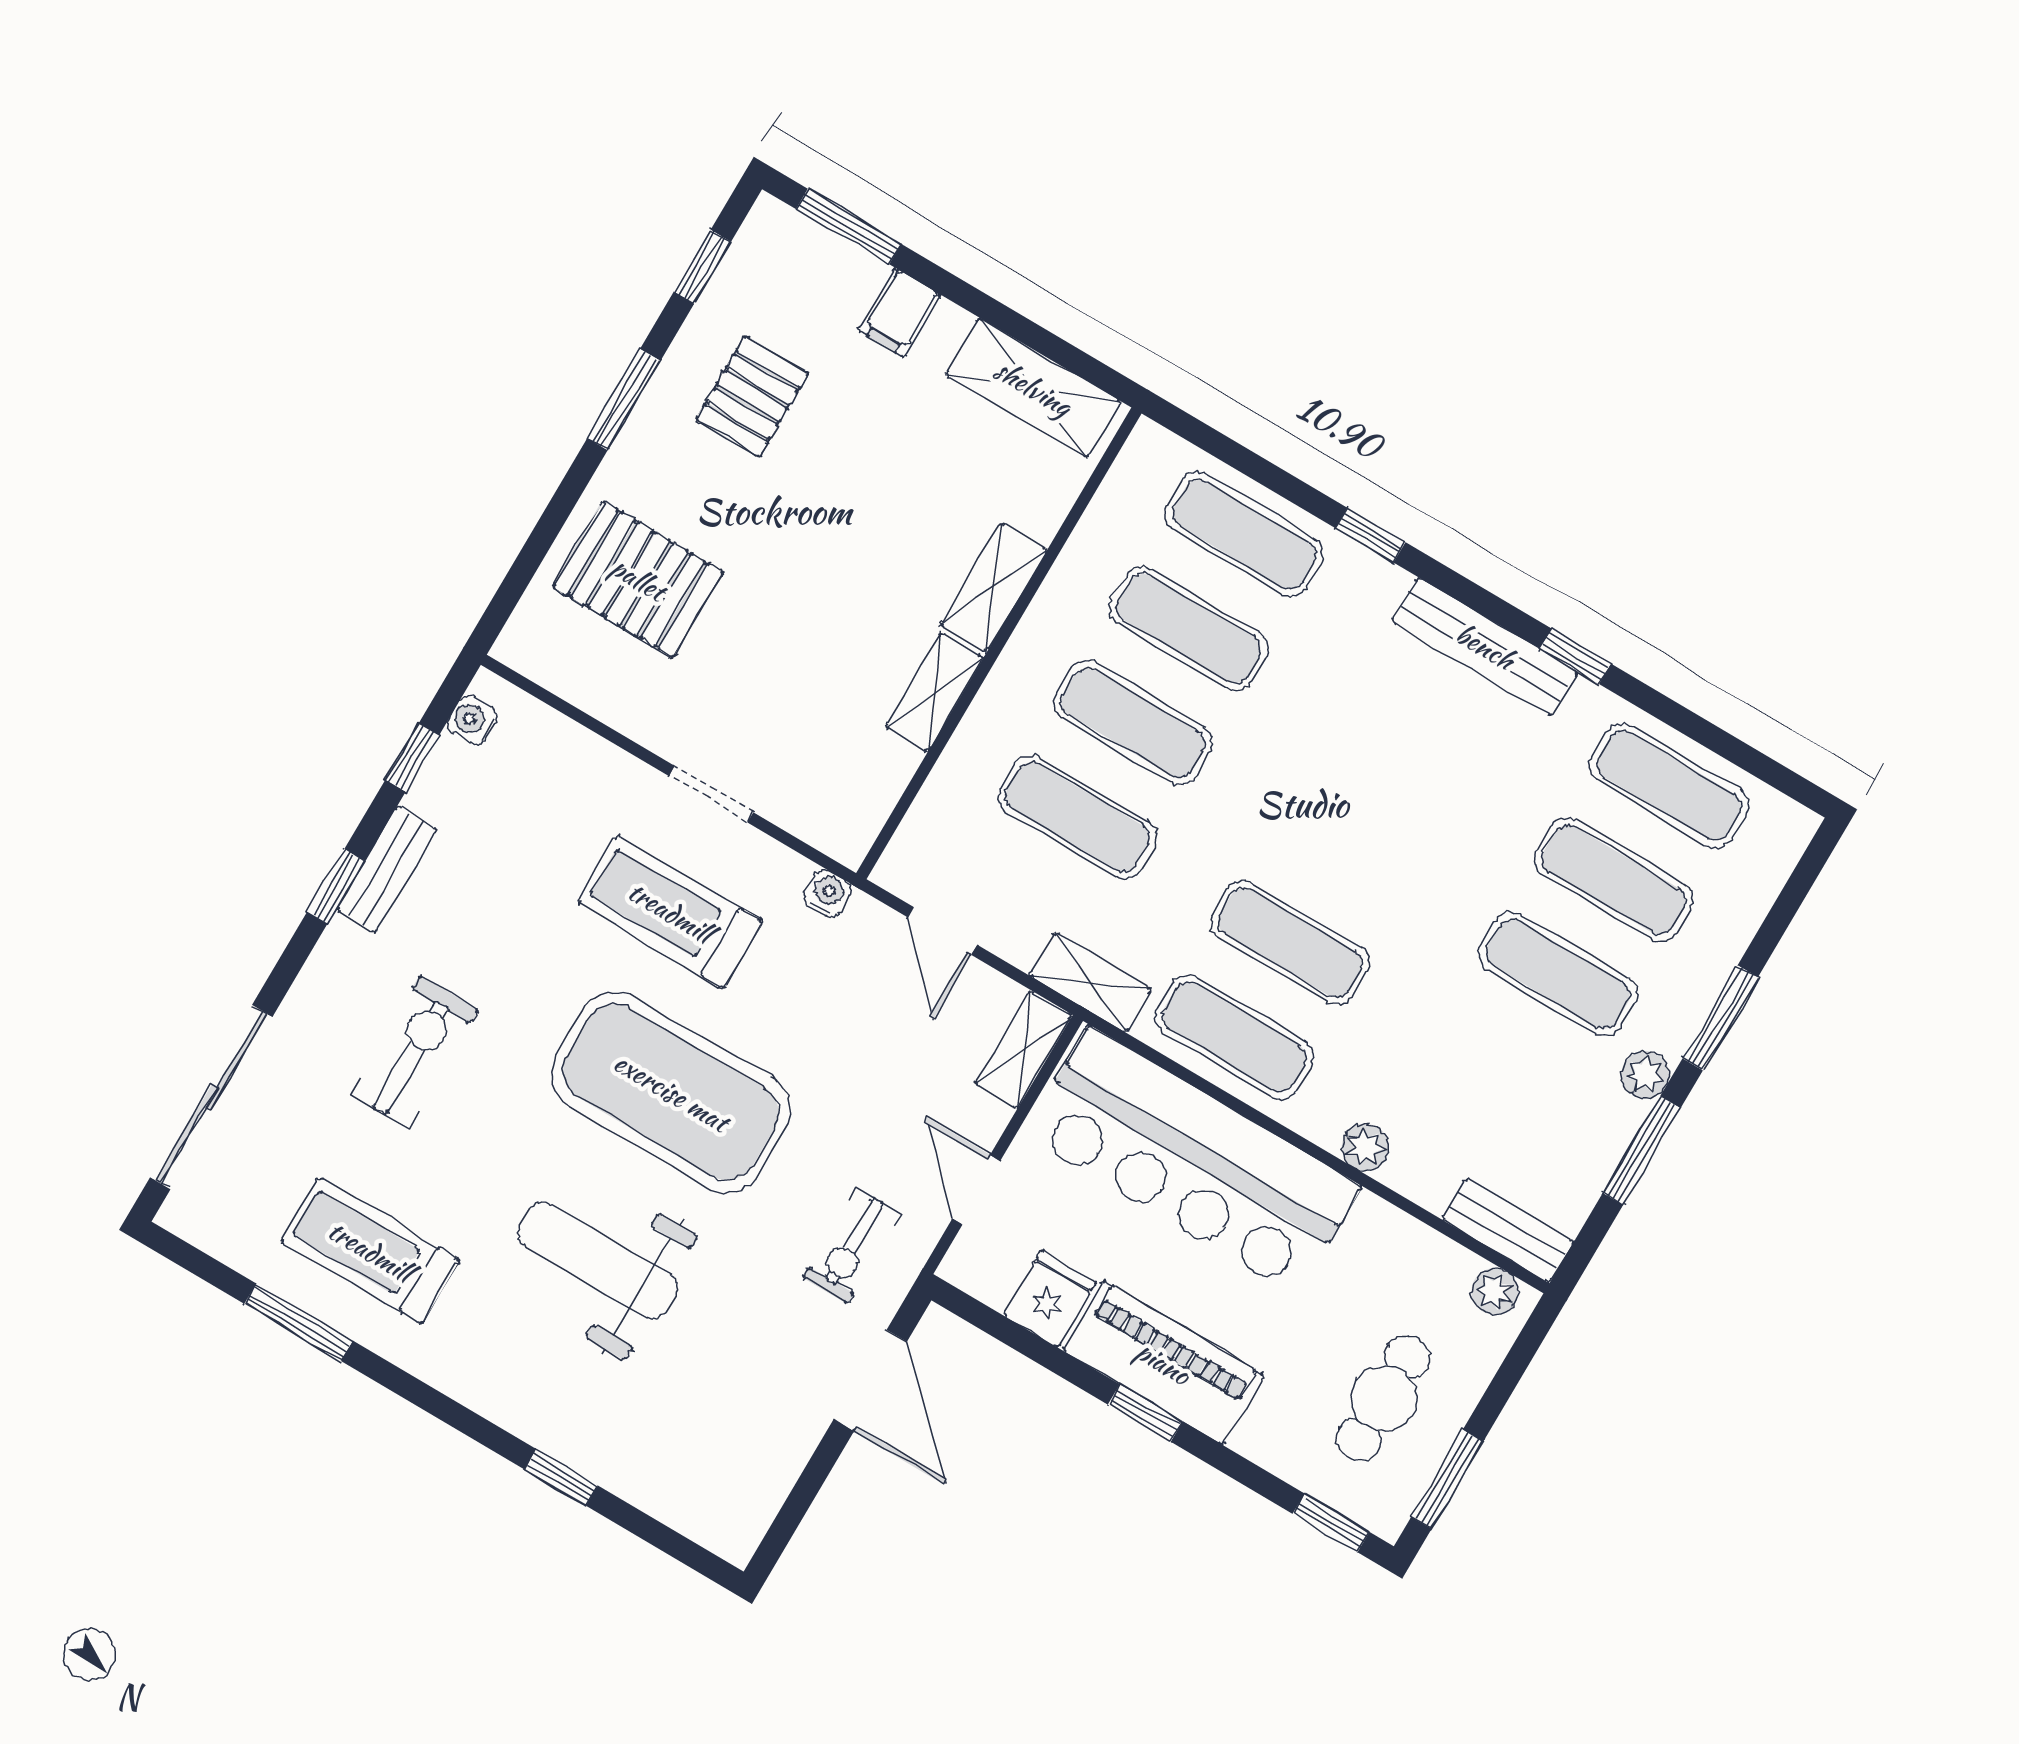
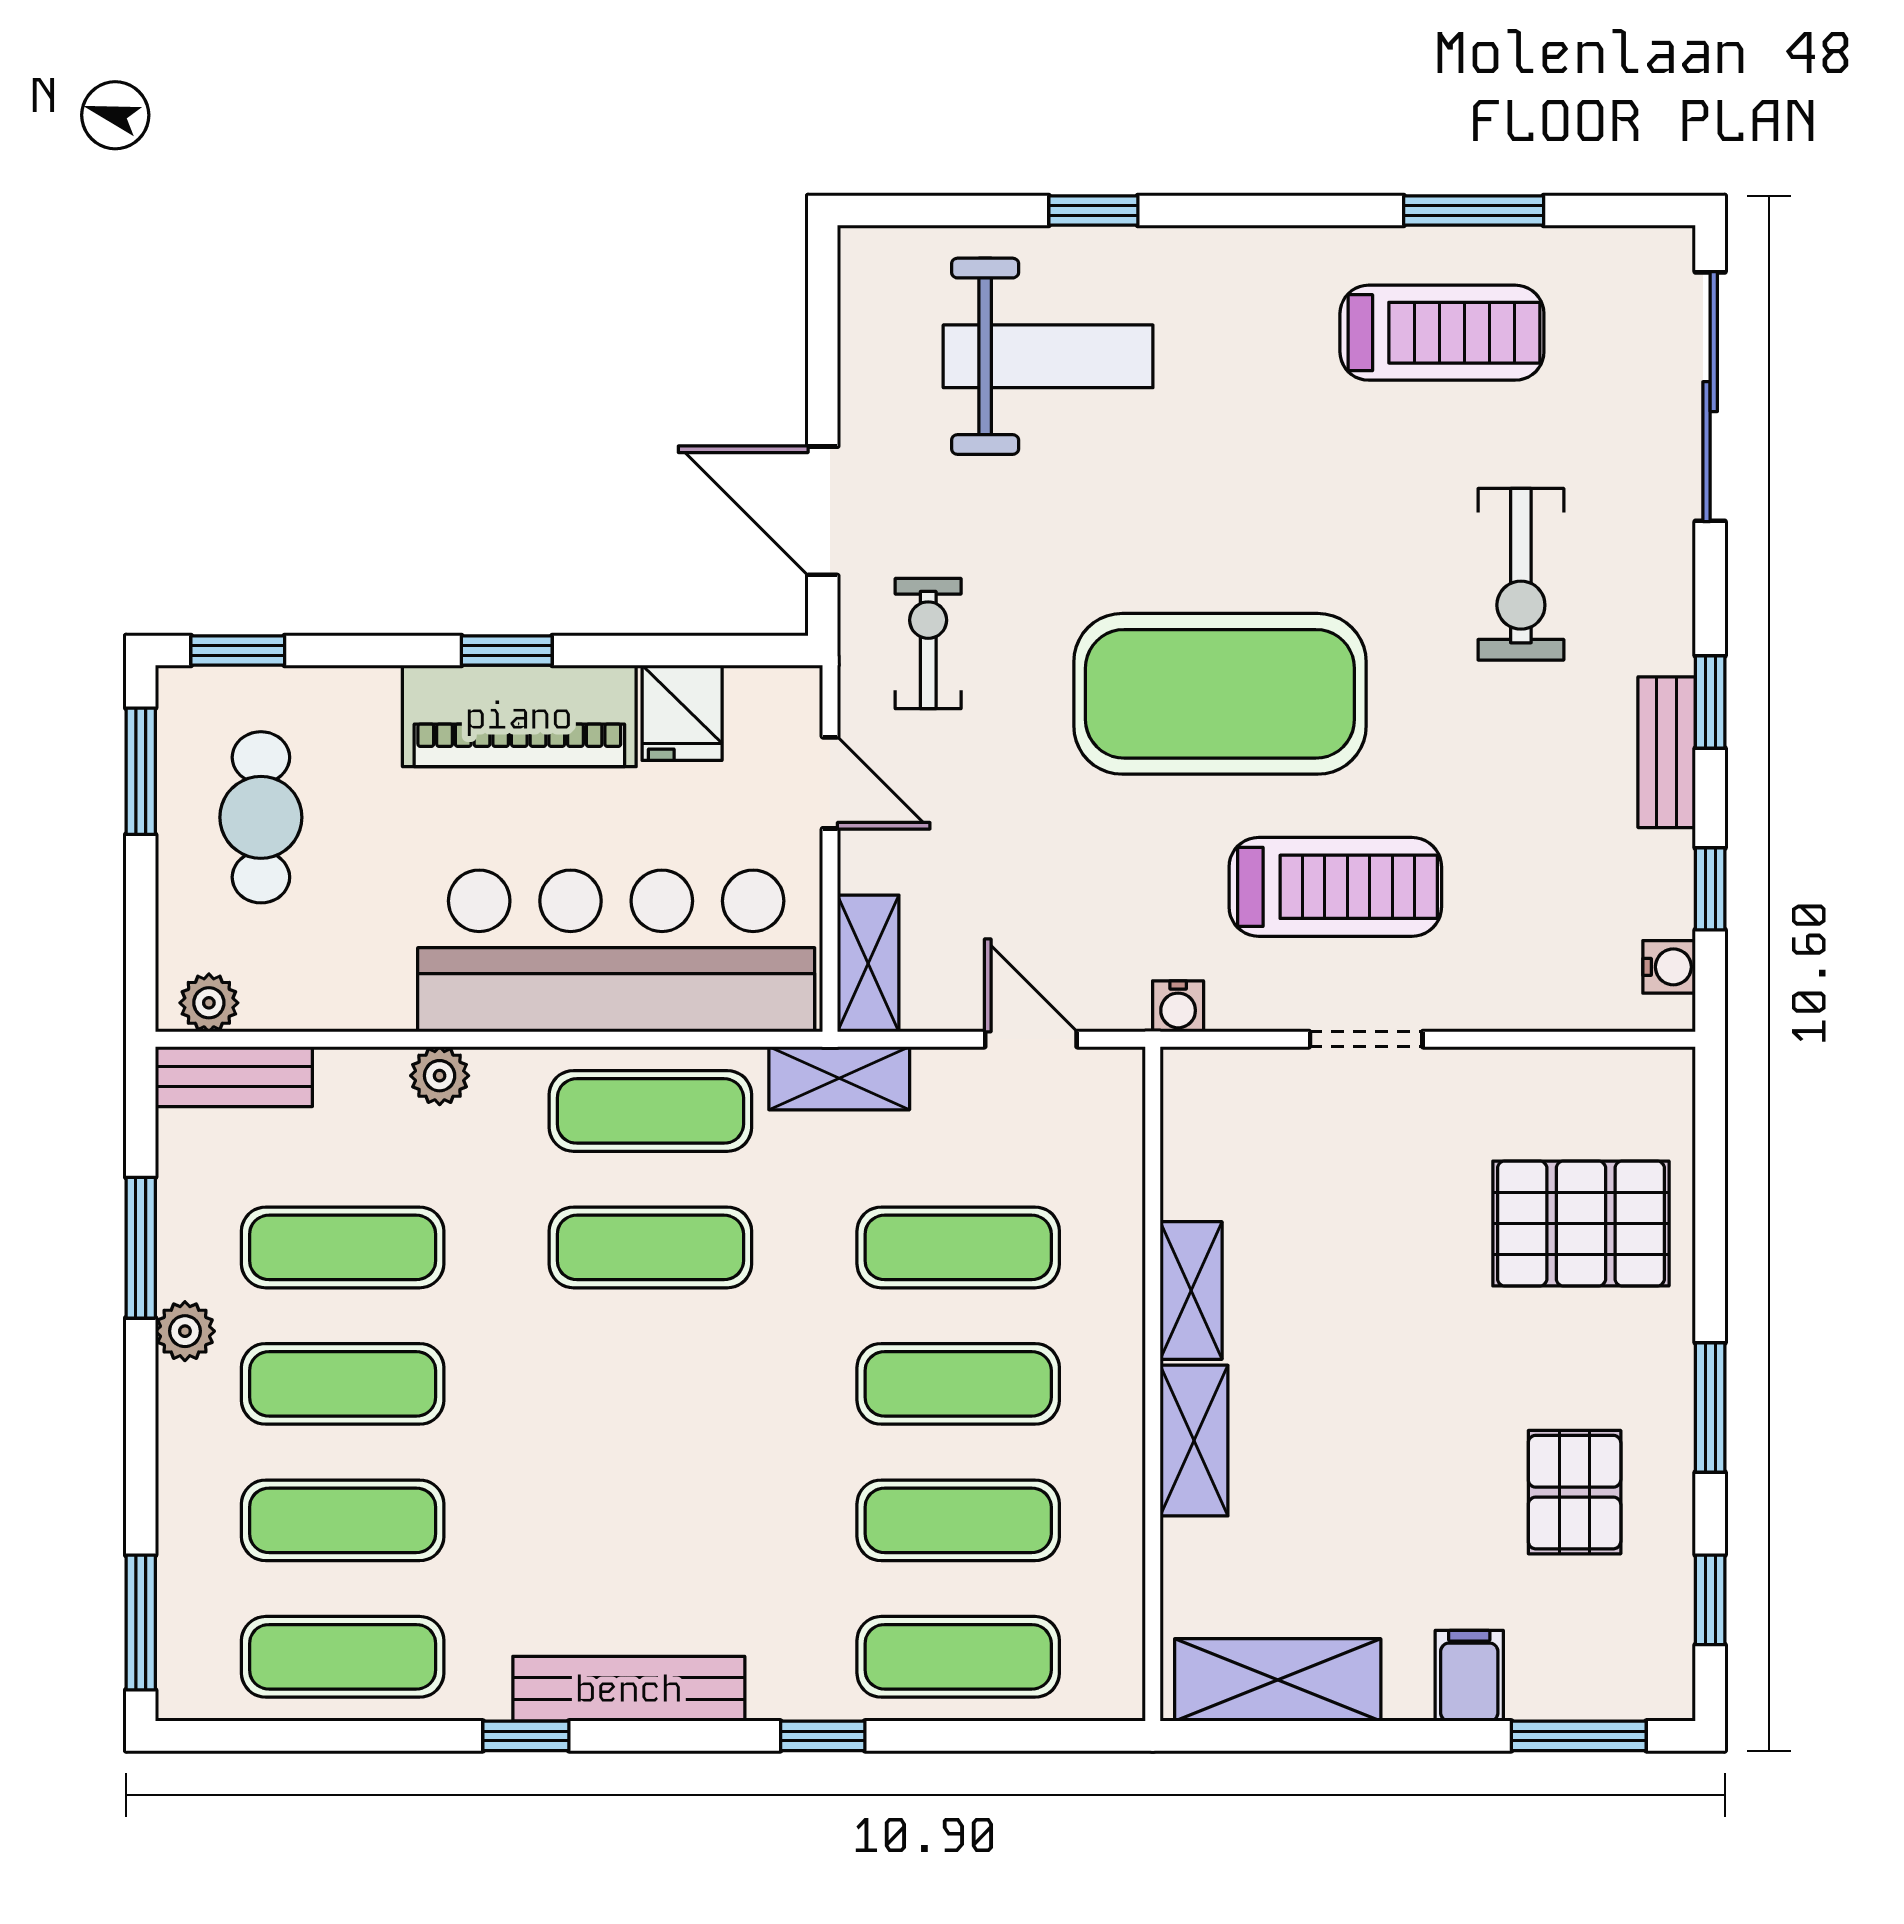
window: (1720, 1018) -> (141, 1623), moved
exercise mat: (1502, 1068) -> (343, 1247), added
weight bench: (598, 1261) -> (1048, 356), moved

